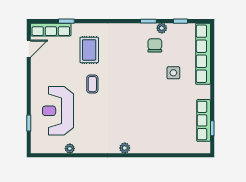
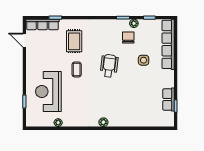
door: (29, 49) -> (24, 40), swing flipped
wheelchair: (132, 80) -> (109, 66), added
row of seats: (204, 120) -> (168, 100), width x0.68

